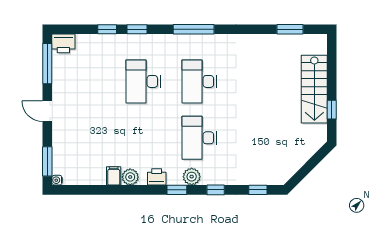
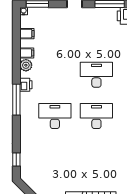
filing cabinet: (87, 176) -> (27, 34), added
plant: (192, 177) -> (26, 111), removed
window: (177, 190) -> (16, 100), width x2.17
window: (216, 190) -> (16, 128), removed

